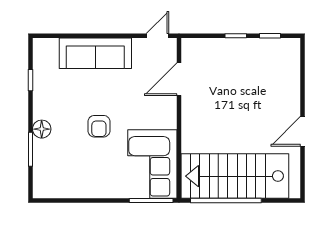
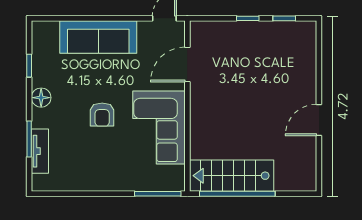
floor lamp: (42, 129) -> (41, 98), moved
tv unit: (41, 160) -> (40, 151), added
corner sofa: (152, 164) -> (159, 128), moved
stairs: (235, 176) -> (232, 176), width x0.73, depth x0.66

